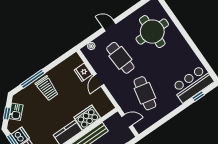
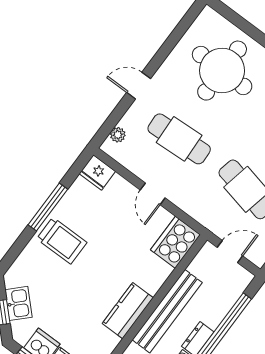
fridge: (83, 72) -> (97, 173), moved
window: (32, 79) -> (48, 207), moved
cooker: (87, 118) -> (175, 242), moved

